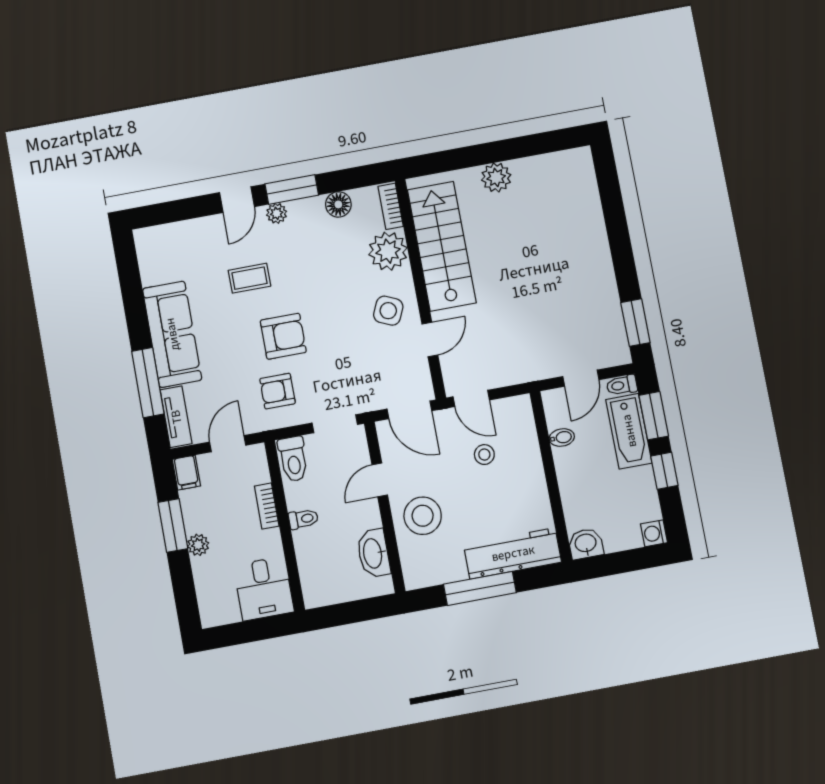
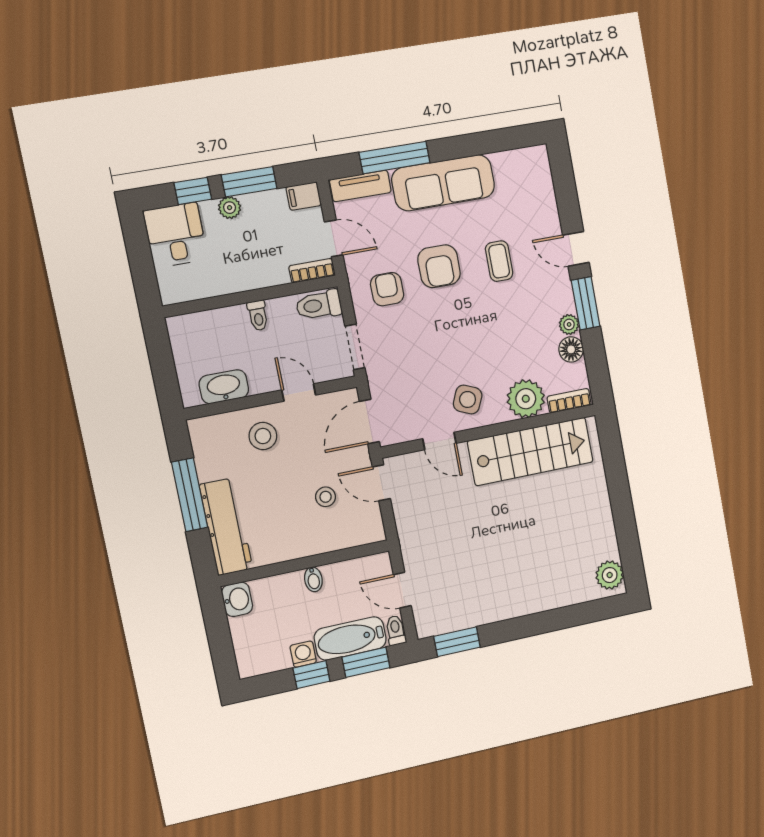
plant: (496, 177) -> (610, 575), moved
plant: (277, 213) -> (569, 324), moved
armchair: (283, 336) -> (439, 266), moved
door: (471, 398) -> (381, 483), hinge flipped
bidet: (562, 438) -> (313, 579), moved
bookcase: (267, 506) -> (312, 271), moved
stool: (423, 516) -> (263, 436), width x0.73, depth x0.73
washing machine: (654, 533) -> (303, 654), moved
window: (182, 580) -> (193, 191), added
desk: (264, 589) -> (176, 235), moved, turned 90

